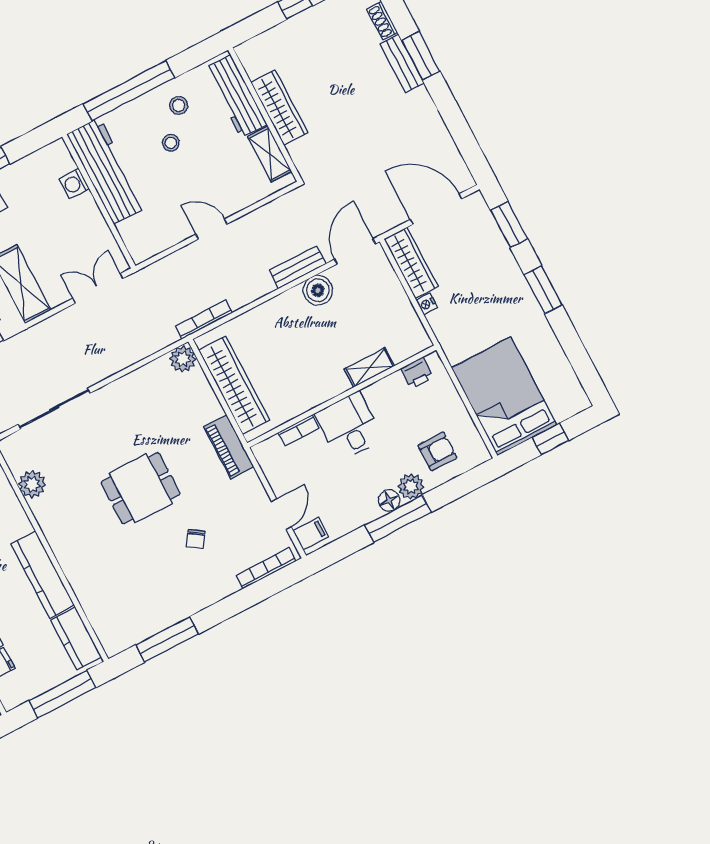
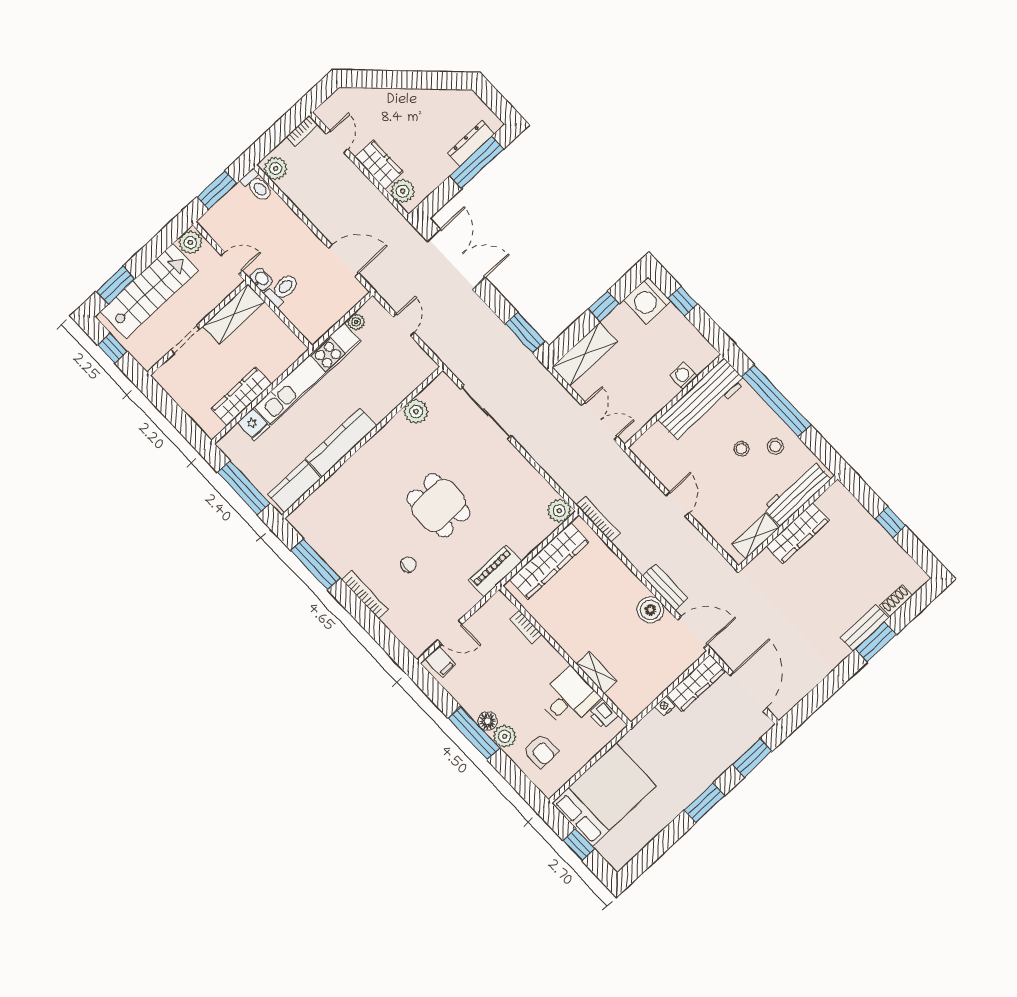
desk: (349, 426) -> (568, 698), moved
chair: (196, 539) -> (408, 565), turned 145
bookcase: (266, 568) -> (365, 595), moved

